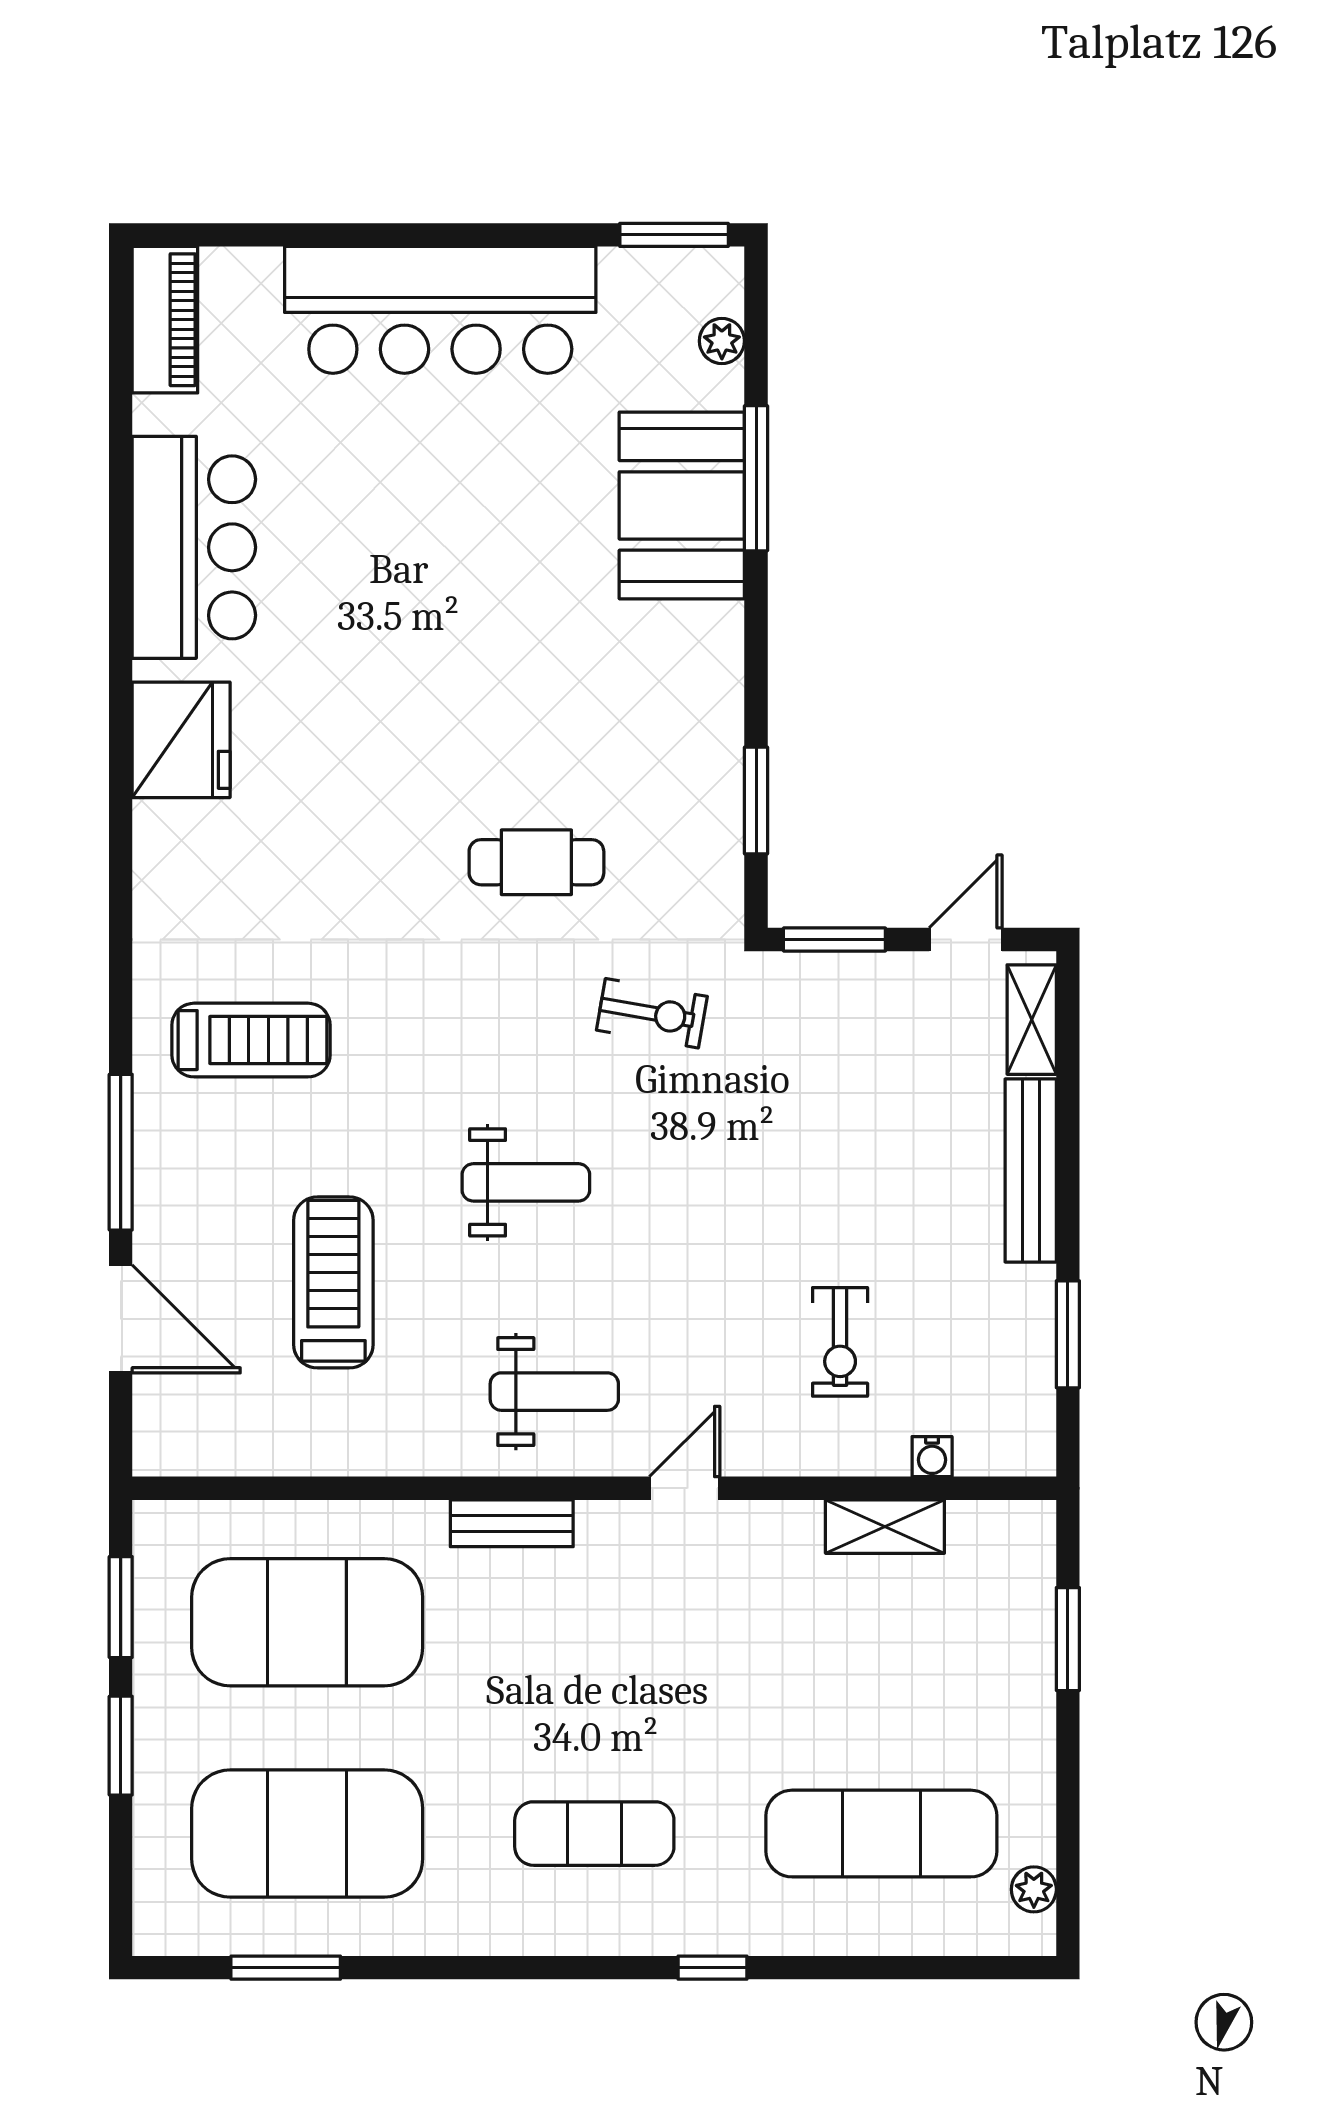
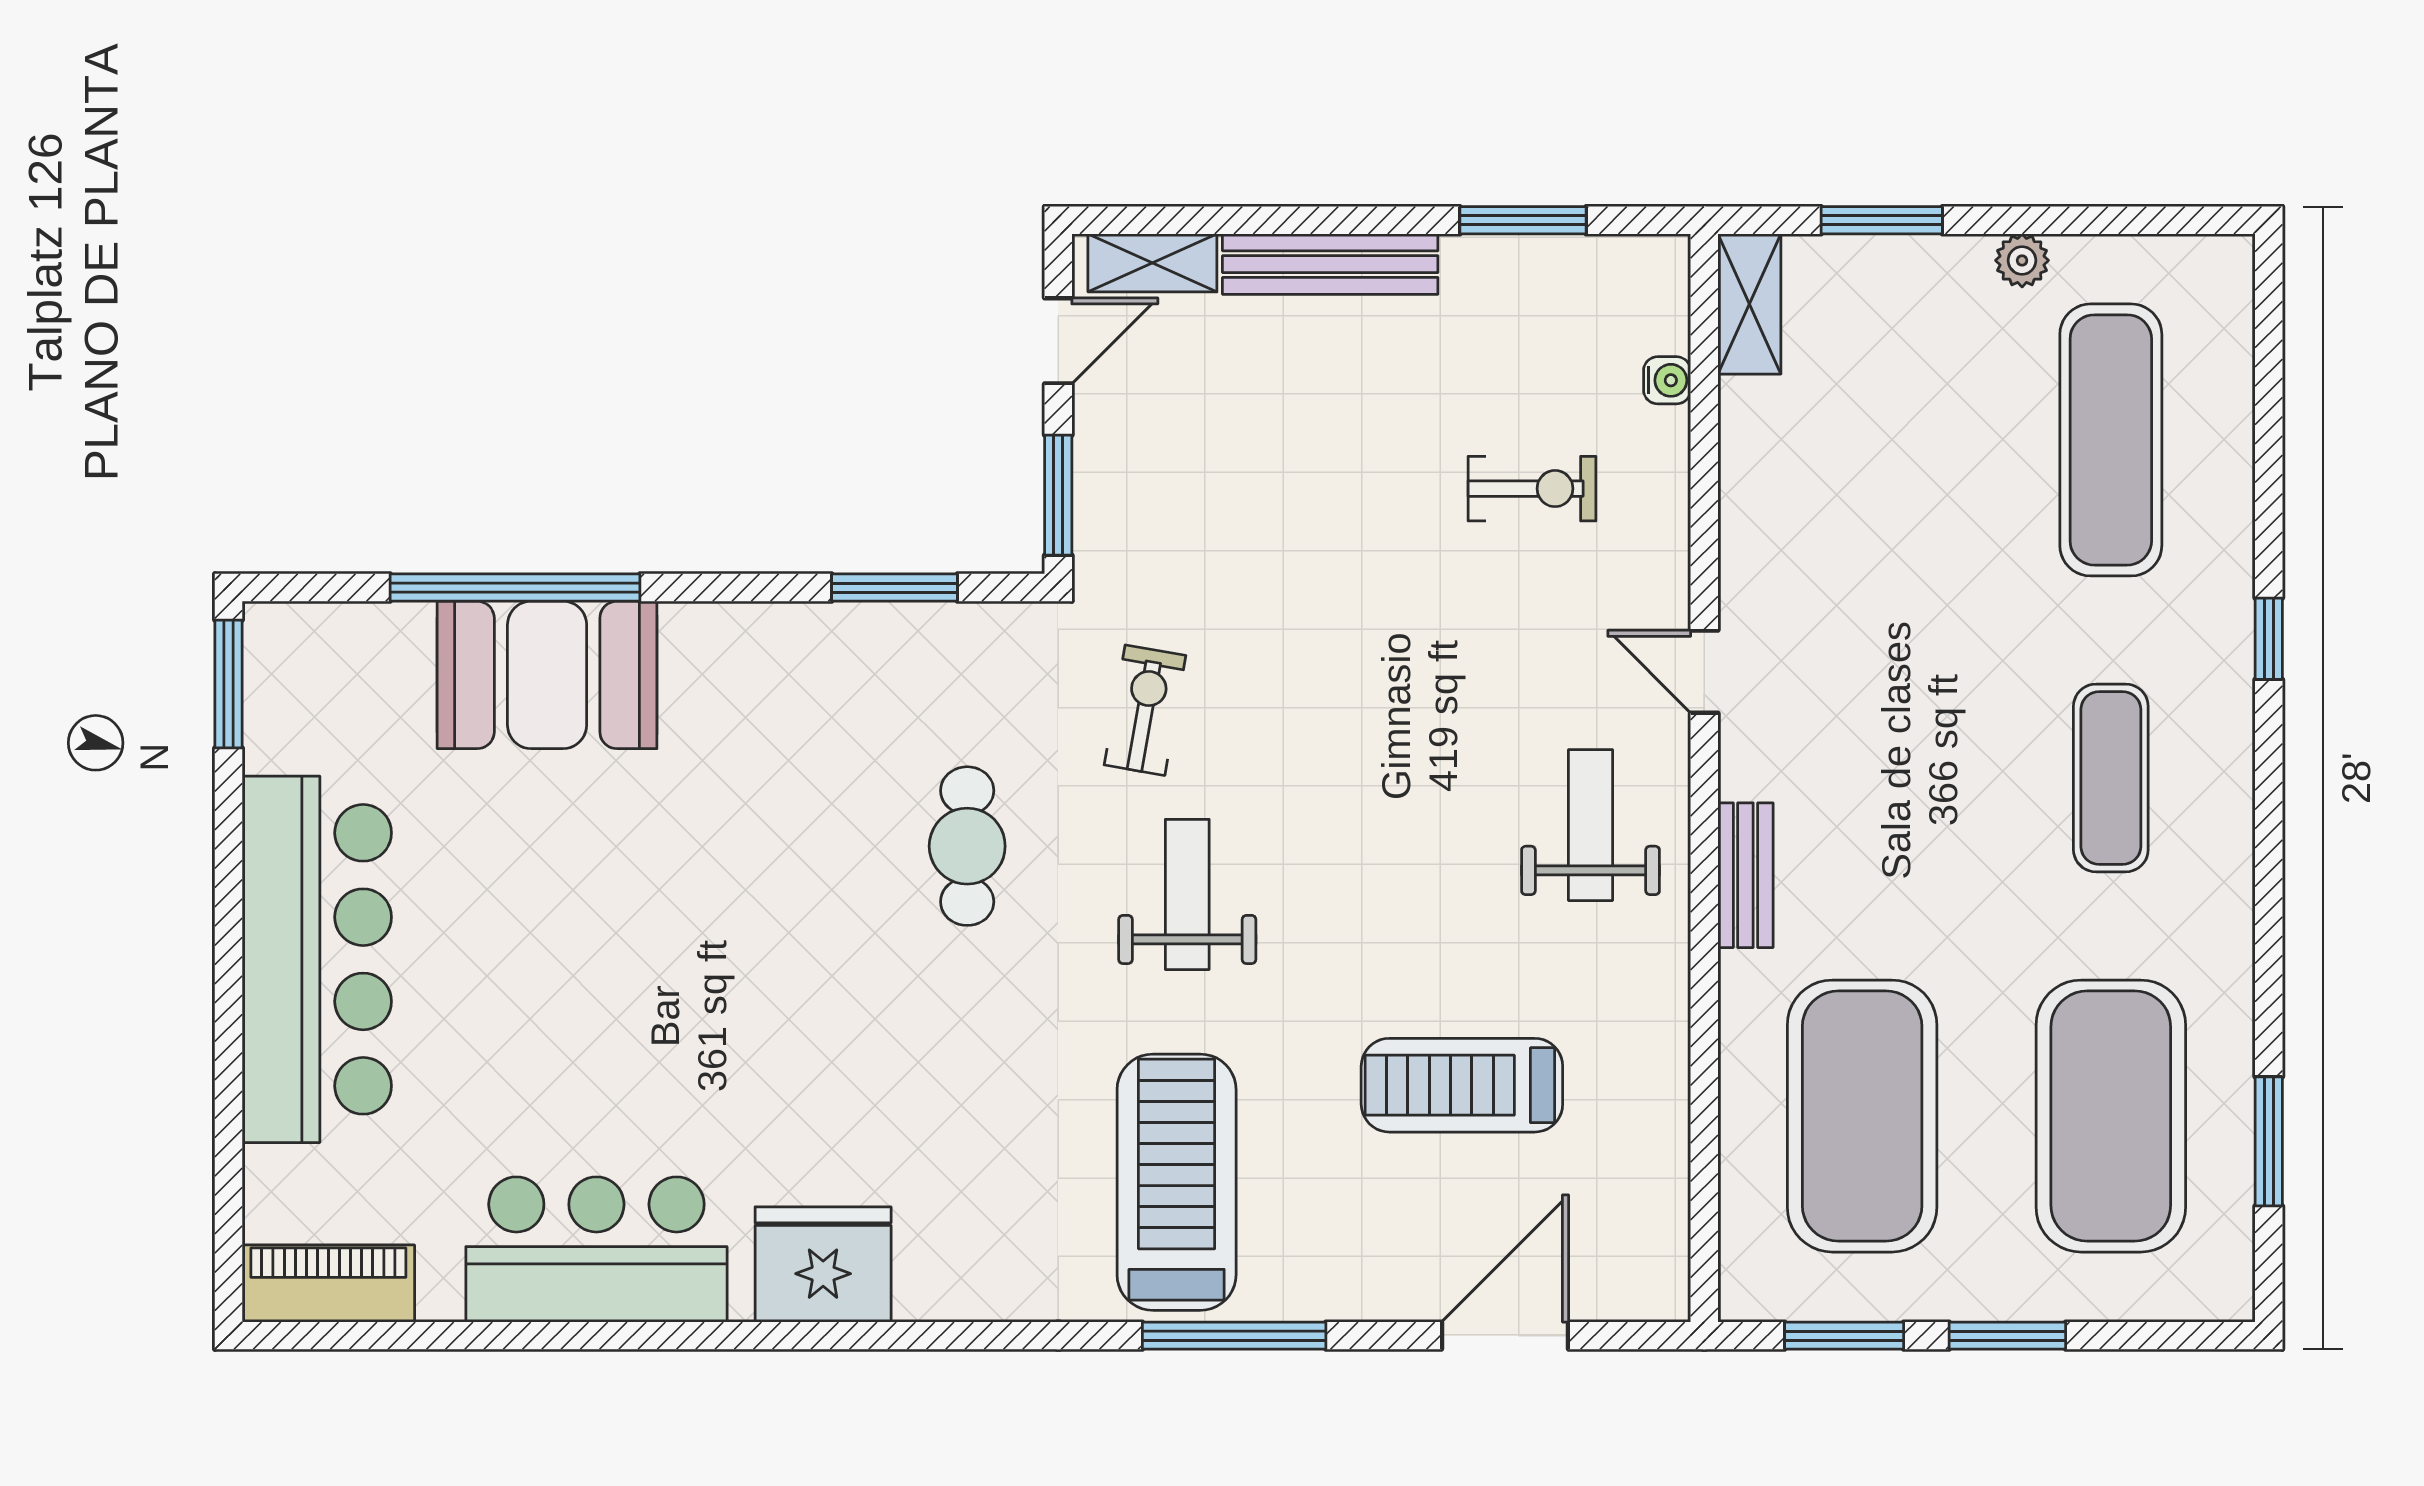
plant: (722, 341) -> (353, 628), removed
window: (756, 478) -> (515, 588), width x1.46
door: (966, 940) -> (1058, 341), swing flipped
treadmill: (251, 1040) -> (1177, 1182), width x1.37, depth x1.38
window: (121, 1152) -> (1234, 1336), moved
weight bench: (526, 1182) -> (1187, 894), moved
shelving: (885, 1527) -> (1749, 304), moved
plant: (1034, 1889) -> (2022, 260), moved

